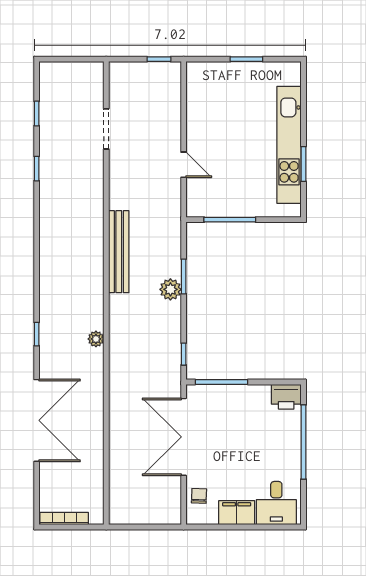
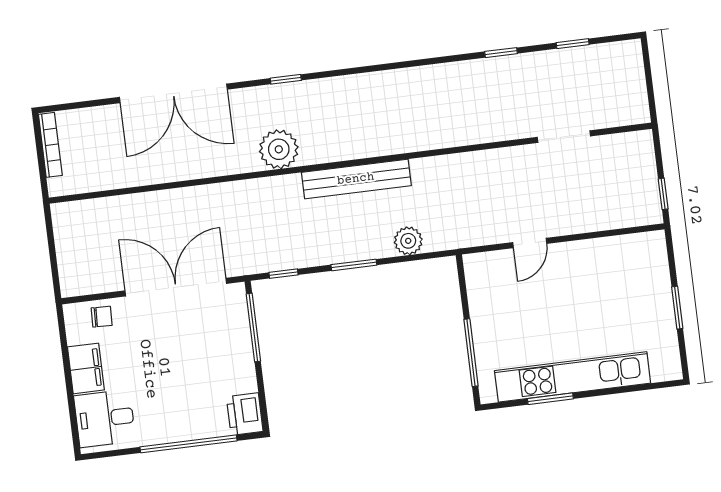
window: (230, 220) -> (471, 353), moved
bench: (119, 252) -> (356, 179), moved
window: (184, 276) -> (354, 265), moved
plant: (170, 289) -> (408, 241), moved
plant: (96, 339) -> (279, 149), width x1.88, depth x1.88

